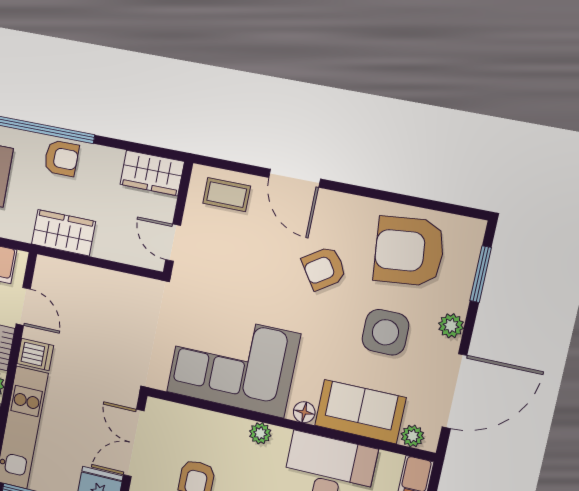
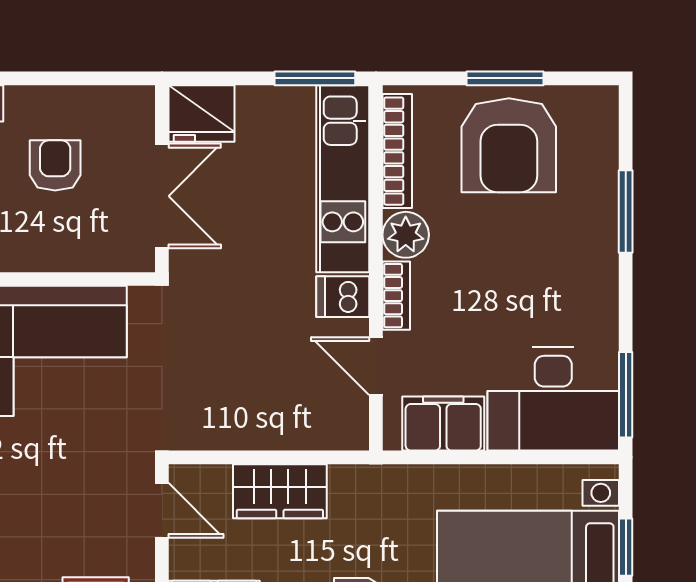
wardrobe: (64, 233) -> (280, 491), moved

